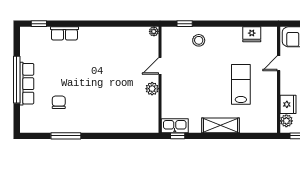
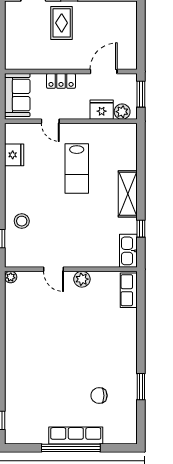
row of seats: (64, 33) -> (129, 290), moved, turned 180
lab bench: (241, 84) -> (77, 168), turned -90
window: (66, 136) -> (141, 387), width x0.69
window: (178, 136) -> (141, 229), moved

